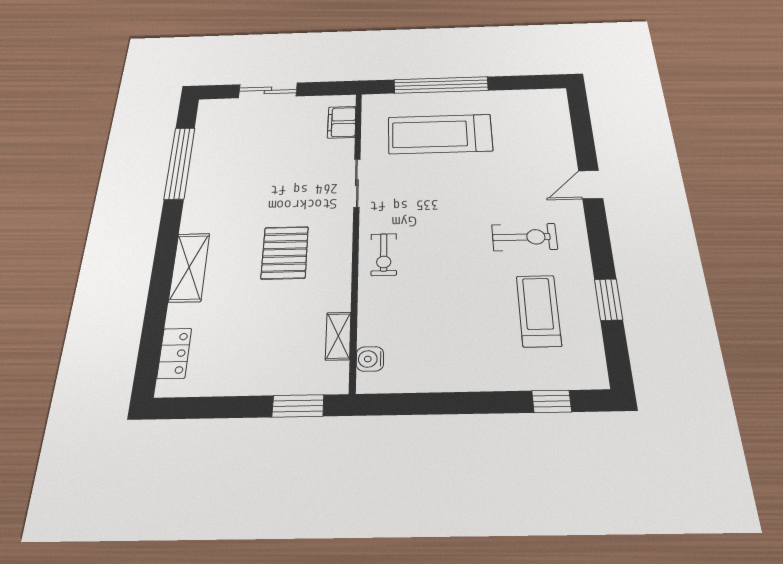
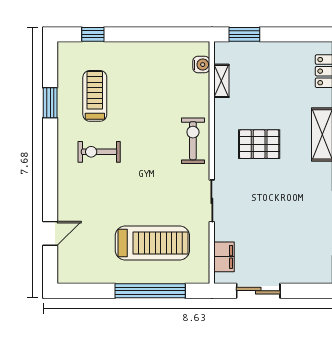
sliding door: (268, 90) -> (258, 291), moved
door: (591, 185) -> (50, 233), moved
pallet: (285, 253) -> (259, 144), turned 90
exercise bike: (384, 254) -> (193, 141), width x1.38, depth x1.39
treadmill: (539, 311) -> (95, 96), turned 180

